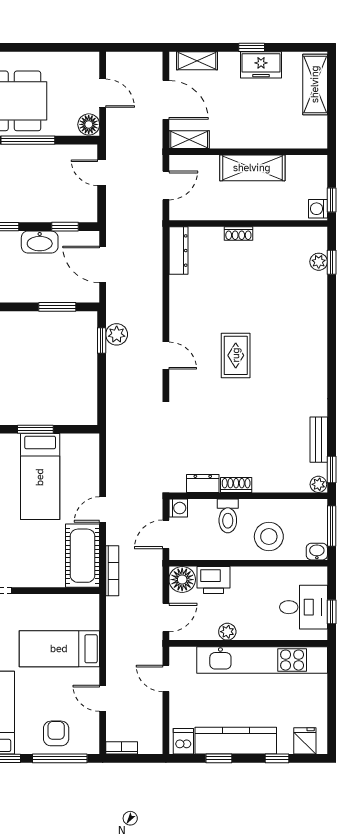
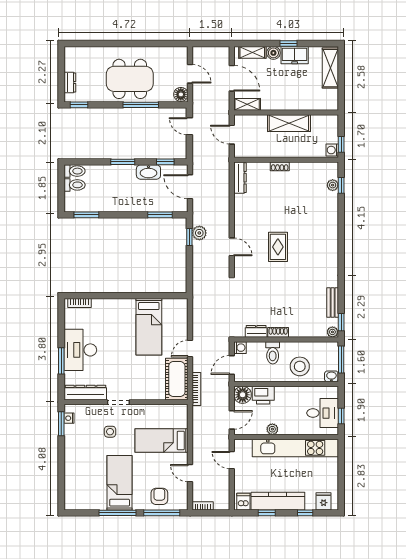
boiler: (229, 61) -> (273, 53), added
door: (166, 185) -> (232, 135), swing flipped
window: (35, 429) -> (146, 296), removed

